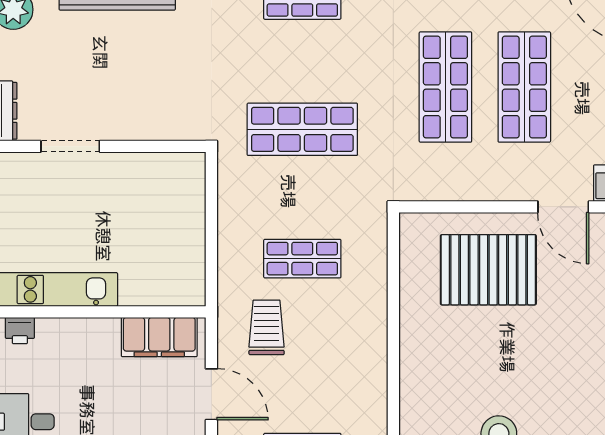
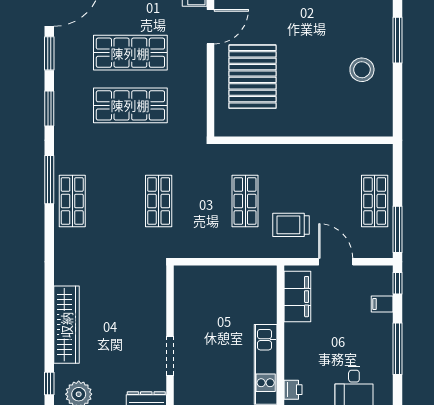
shop shelf: (302, 129) -> (159, 201), width x0.70, depth x0.74
door: (211, 394) -> (336, 262), hinge flipped

